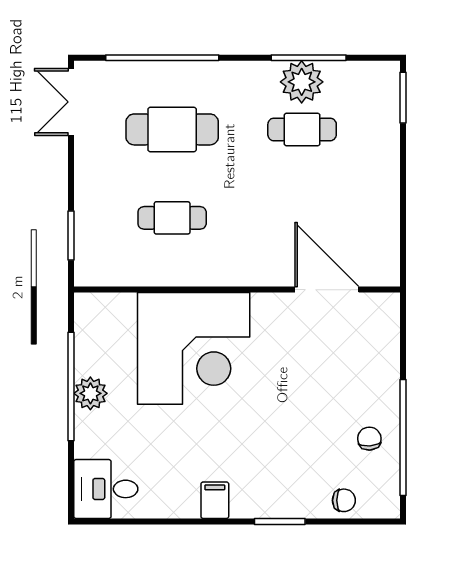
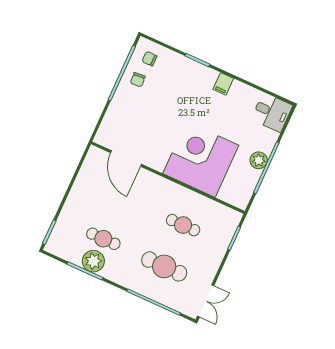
chair: (344, 500) -> (150, 59), moved

